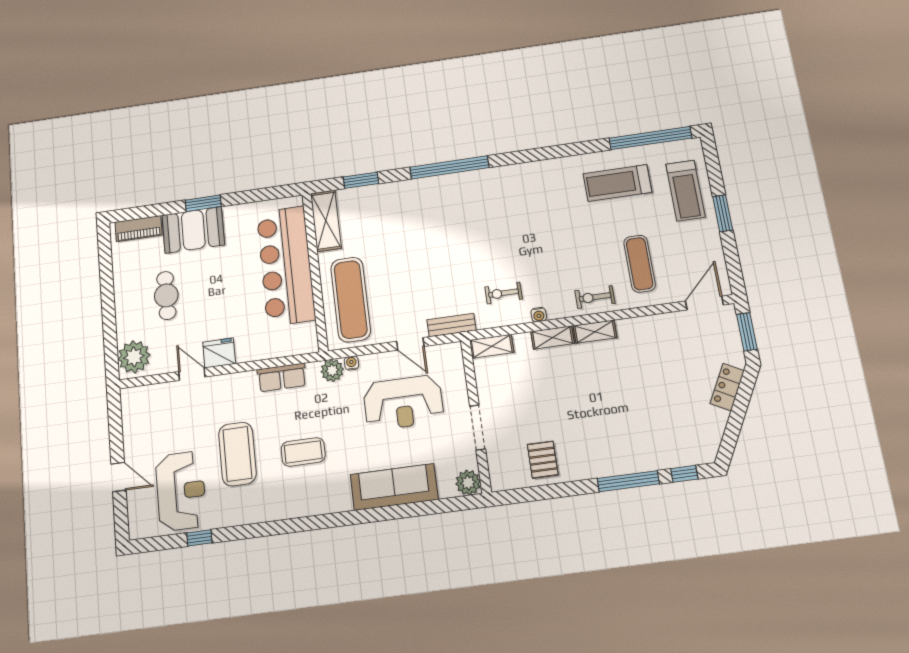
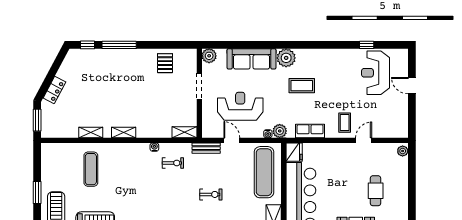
exercise bike: (595, 297) -> (211, 194), moved
door: (704, 303) -> (58, 140), removed
shelving: (552, 337) -> (91, 132), moved
fridge: (219, 353) -> (294, 152), moved, turned -90
plant: (134, 357) -> (403, 151), width x0.53, depth x0.53
door: (192, 374) -> (364, 140), swing flipped
coffee table: (237, 454) -> (345, 123), moved, width x0.54, depth x0.58
plant: (335, 497) -> (286, 58), added

